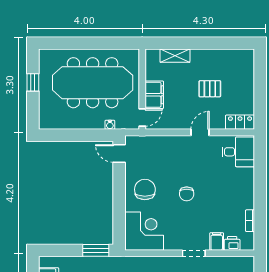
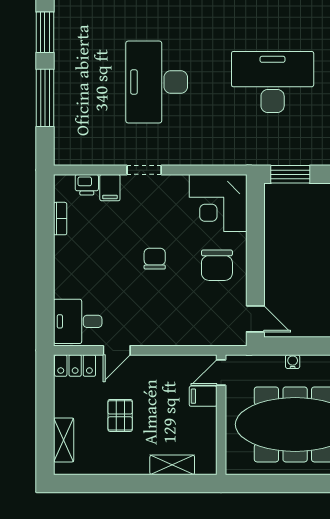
shelving: (248, 72) -> (64, 440), added
pallet: (210, 89) -> (120, 415), turned 90
filing cabinet: (154, 95) -> (203, 396), width x0.50
water cooler: (110, 125) -> (293, 362), moved
door: (200, 132) -> (117, 350), moved

